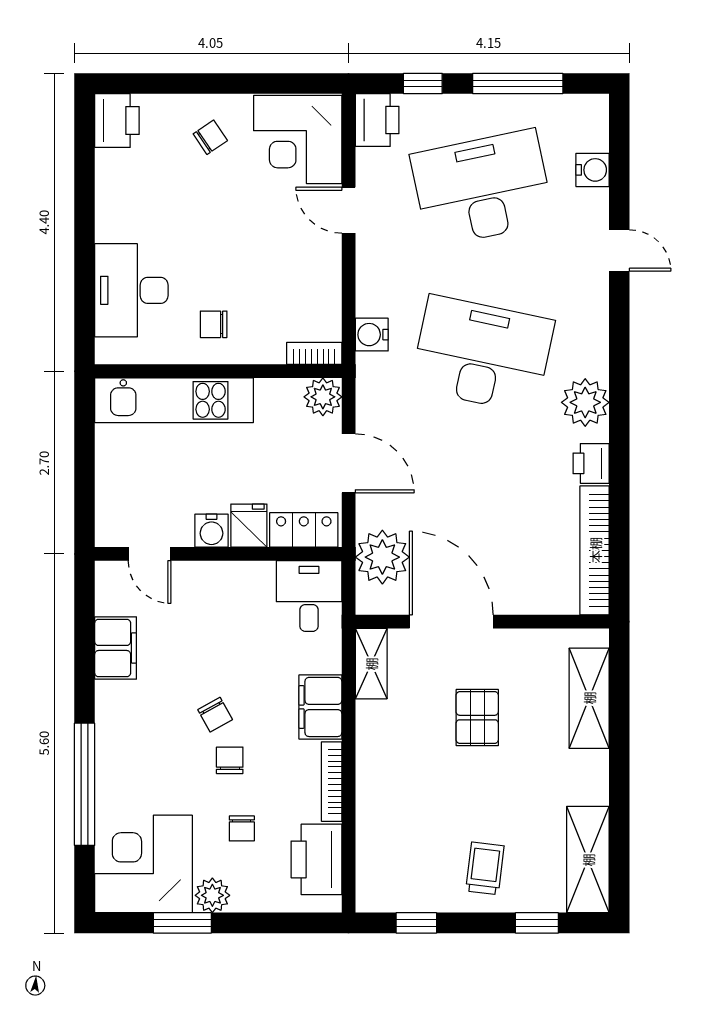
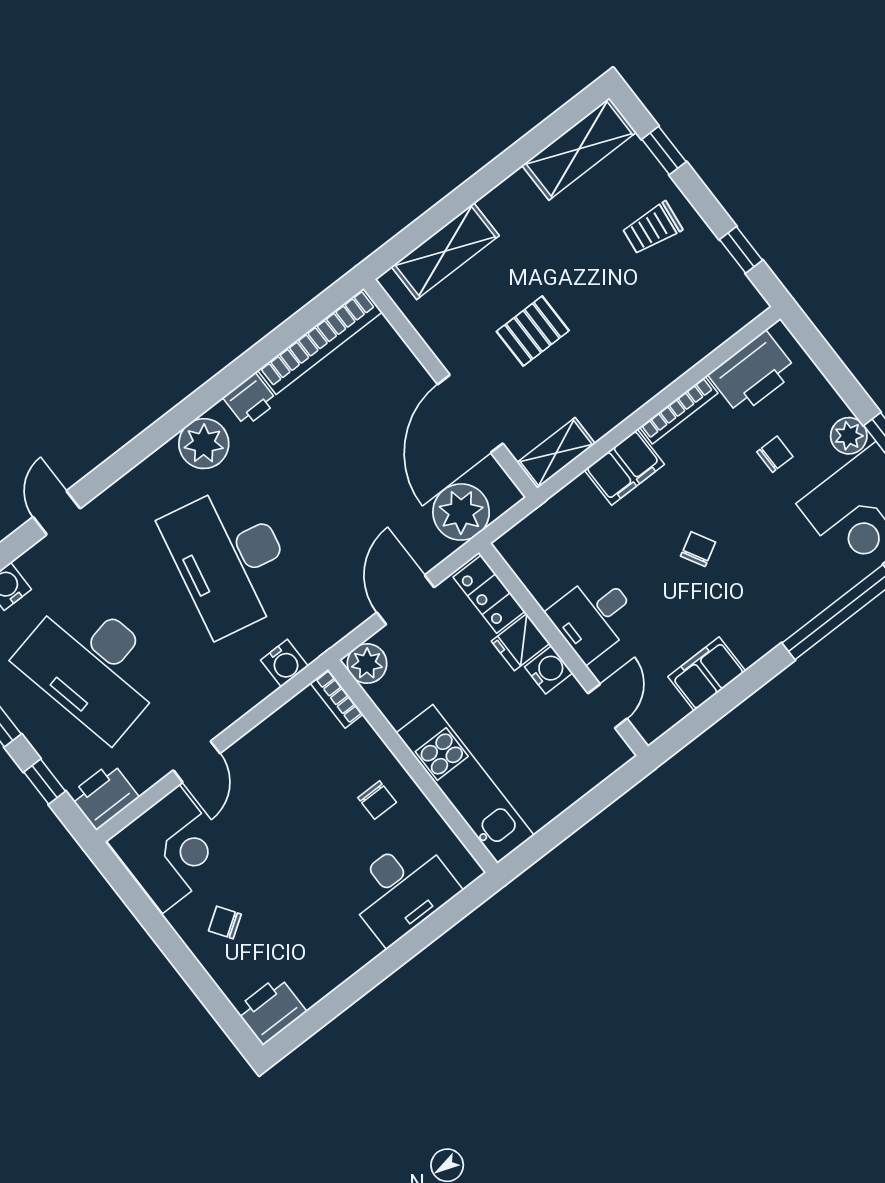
desk: (309, 596) -> (594, 617), moved
chair: (230, 760) -> (726, 508), removed

